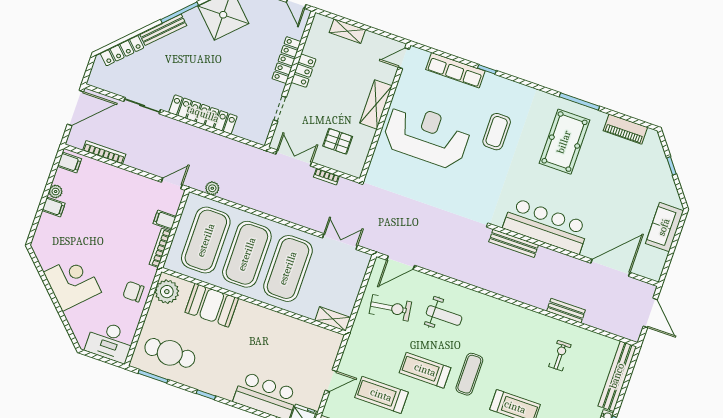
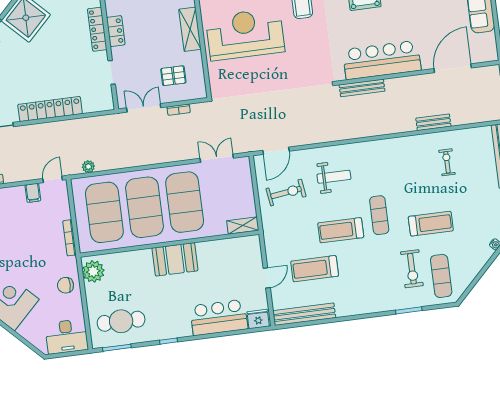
filing cabinet: (165, 220) -> (33, 193), moved, turned -90
booth: (212, 305) -> (175, 259), moved

